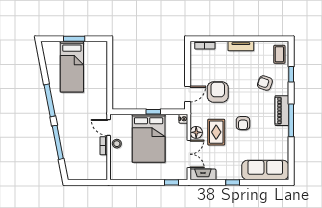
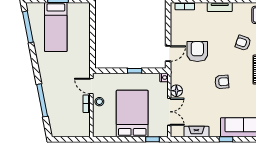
window: (50, 100) -> (28, 27), moved
armchair: (243, 123) -> (222, 82), turned -94
rug: (216, 132) -> (196, 90), removed
bed: (149, 138) -> (132, 114), moved, turned 180
fireplace: (203, 174) -> (196, 132), moved
window: (233, 182) -> (226, 139), moved

